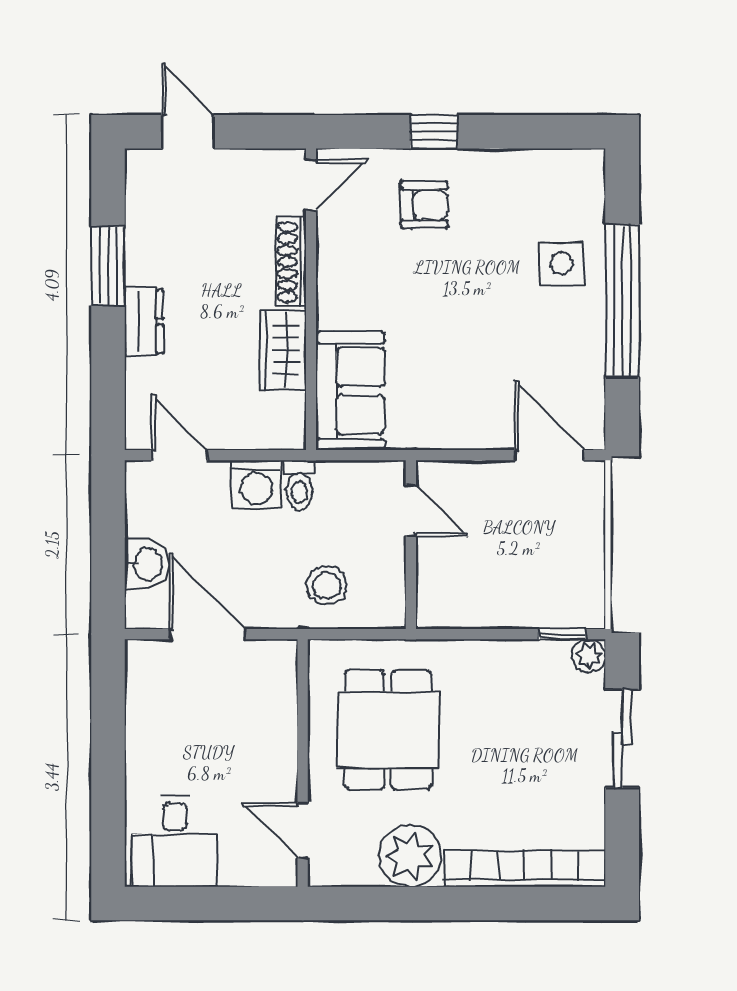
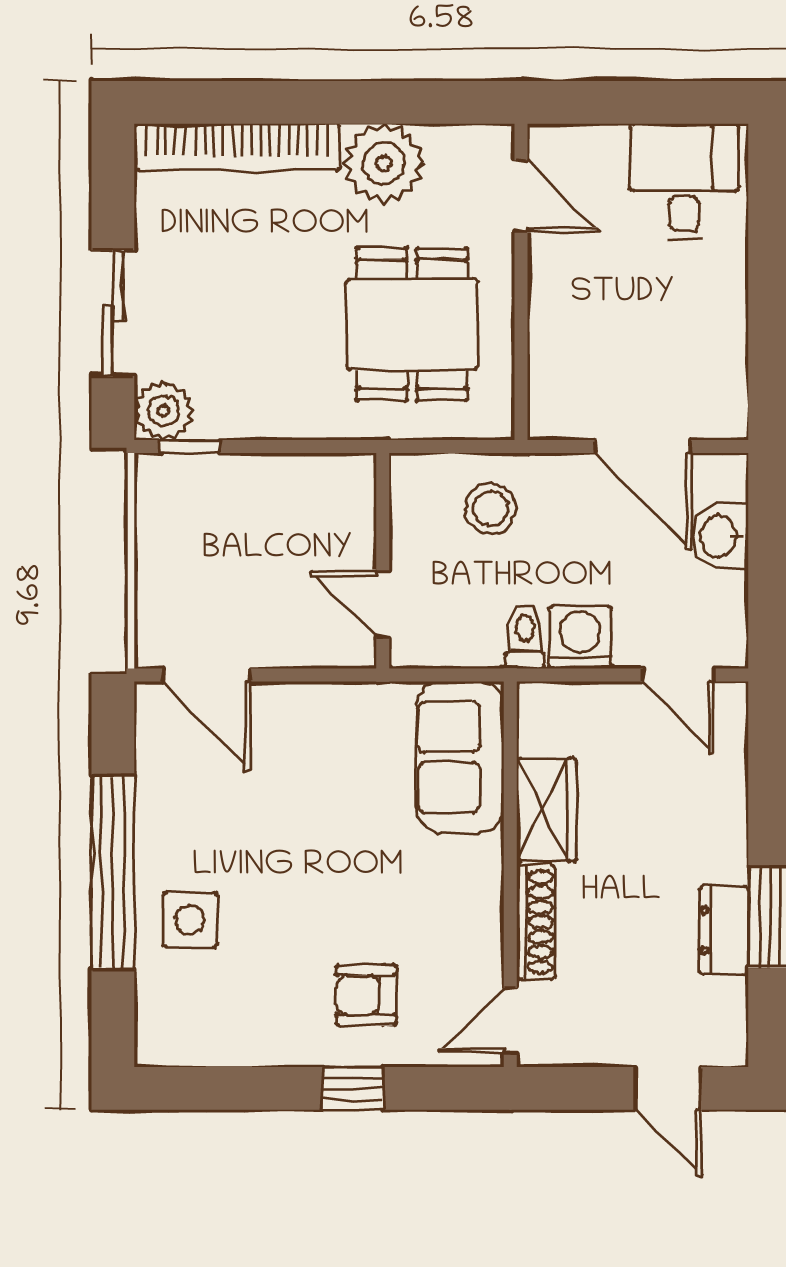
dresser: (144, 322) -> (724, 930), moved
plant: (589, 656) -> (164, 411), width x1.38, depth x1.38

